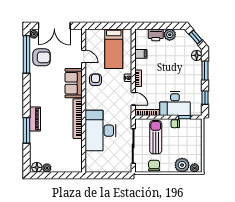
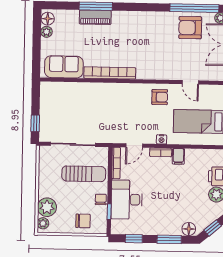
filing cabinet: (141, 54) -> (178, 156), moved
door: (84, 56) -> (190, 82), hinge flipped
armchair: (42, 57) -> (190, 28), turned 90
sofa: (74, 83) -> (64, 67), moved
piano: (35, 119) -> (95, 17), moved
desk: (101, 131) -> (94, 102), removed
chair: (154, 165) -> (83, 221), moved
window: (118, 175) -> (35, 123), added

